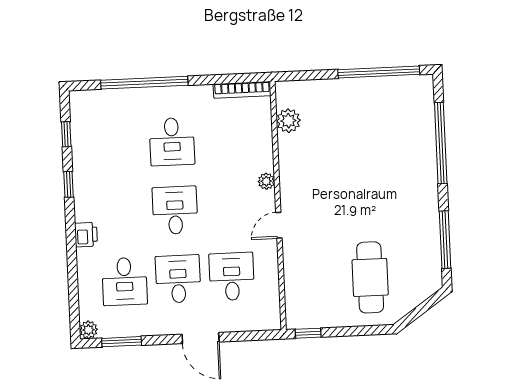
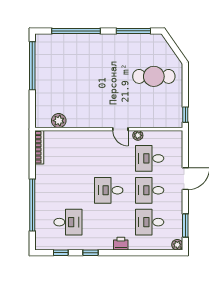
desk: (172, 142) -> (68, 222), moved
plant: (266, 181) -> (138, 135), moved
desk: (125, 281) -> (150, 222), turned 180

